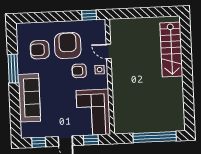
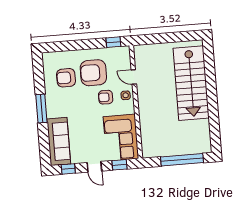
armchair: (68, 45) -> (93, 73), turned -90
stairs: (171, 50) -> (191, 83), width x1.36, depth x1.51
window: (13, 69) -> (41, 108), moved
sofa: (29, 98) -> (59, 141), moved

